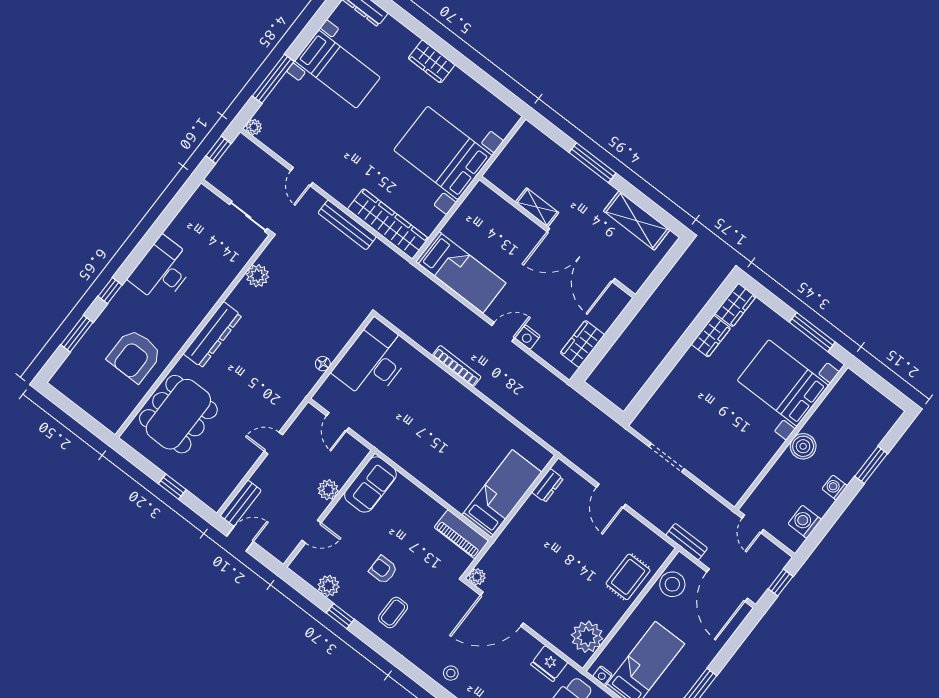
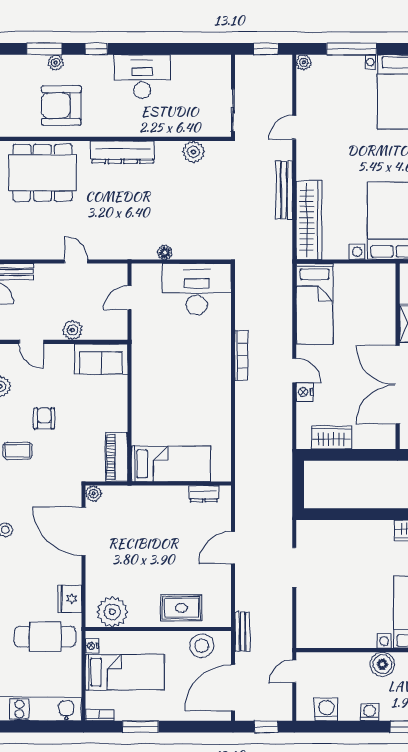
plant: (96, 333) -> (56, 63), added

